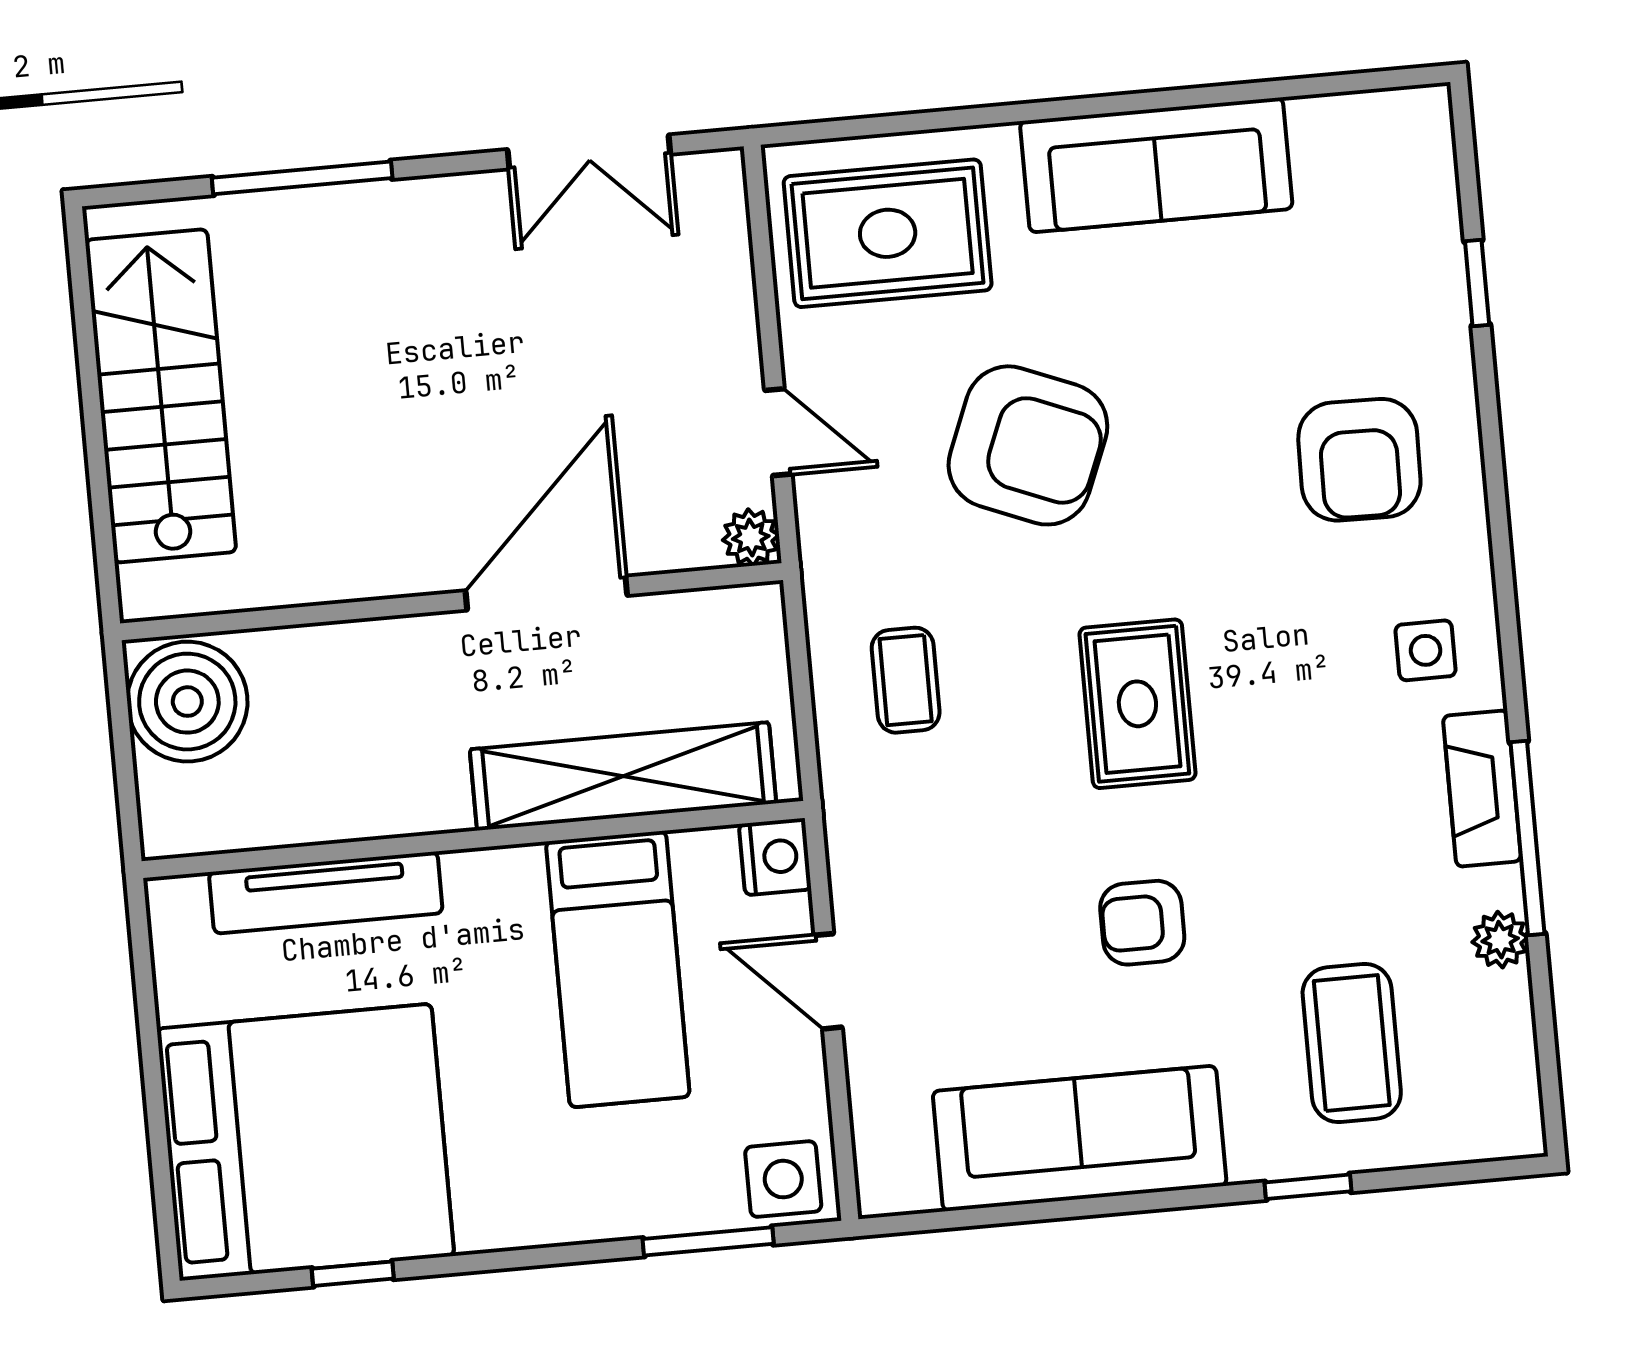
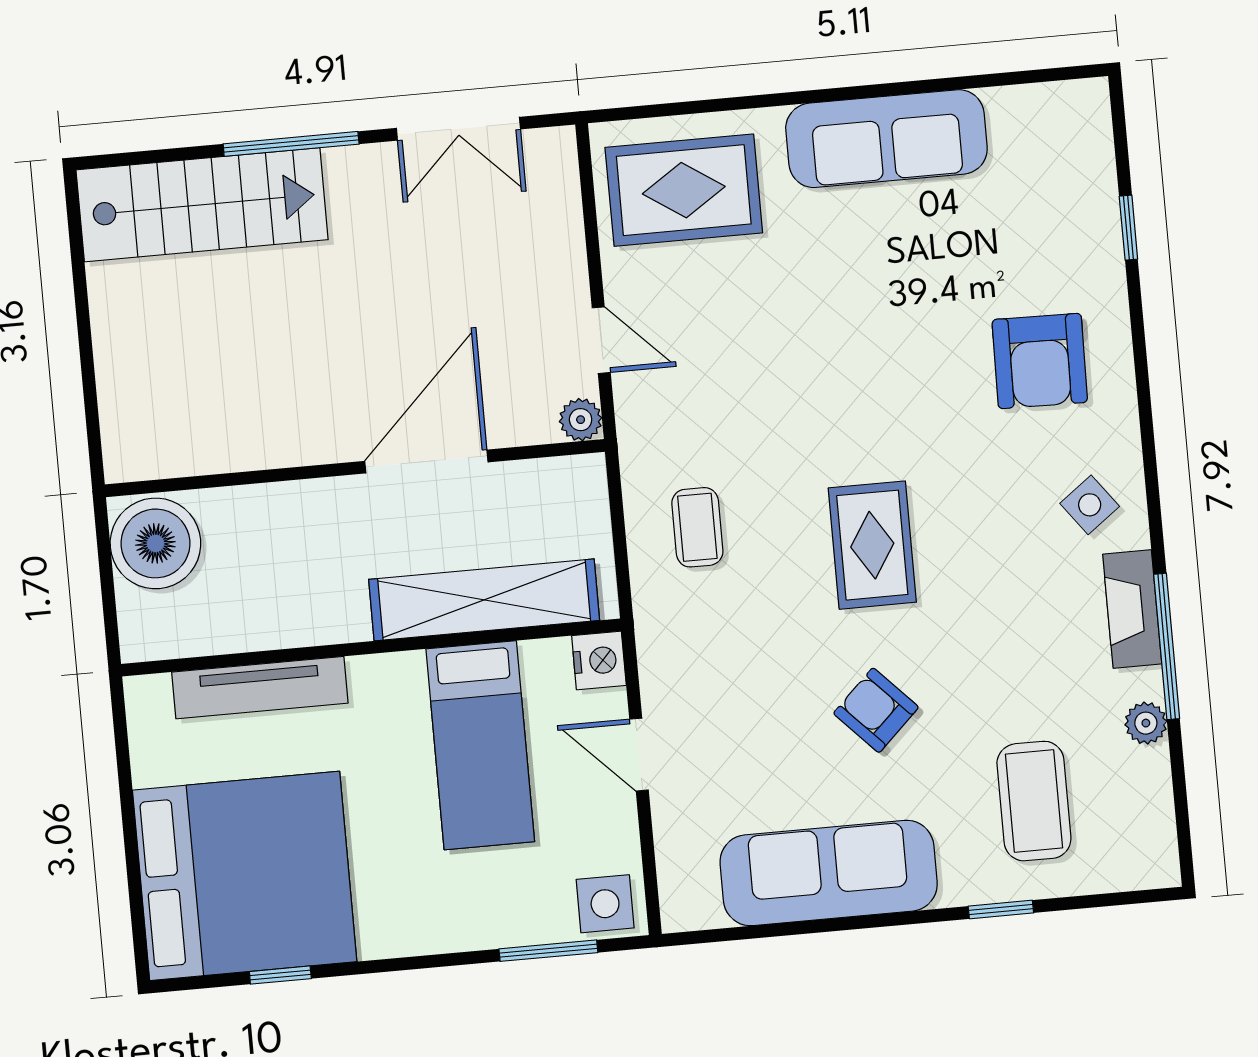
window: (302, 178) -> (291, 144), moved
stairs: (161, 396) -> (202, 205), moved, turned 90
armchair: (1028, 445) -> (790, 350), removed
side table: (1426, 650) -> (1090, 505), turned -37
armchair: (1142, 923) -> (876, 710), turned 46

